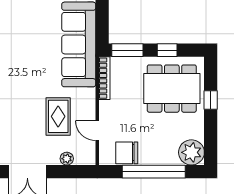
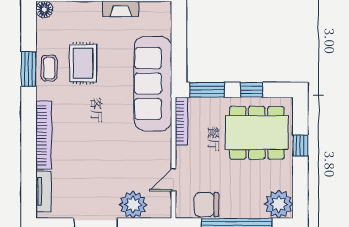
rug: (58, 116) -> (83, 63), moved
door: (97, 131) -> (174, 180), hinge flipped
plant: (67, 159) -> (133, 205), width x1.87, depth x1.87

